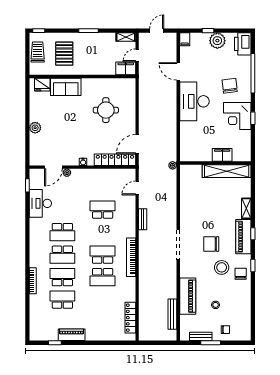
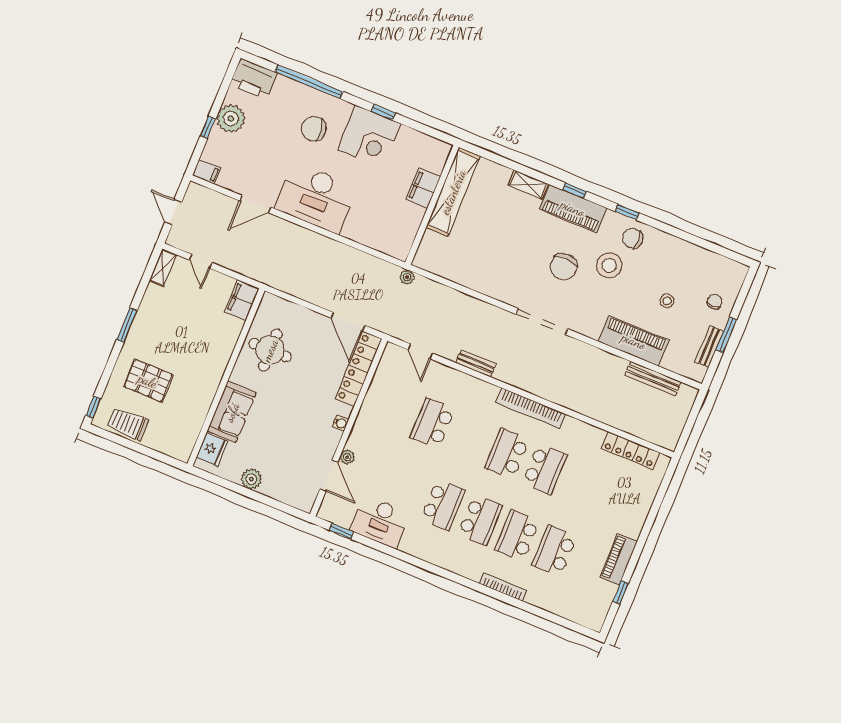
filing cabinet: (126, 68) -> (242, 300), moved
wall: (82, 76) -> (226, 377), moved
fridge: (42, 85) -> (212, 449), moved
sofa: (66, 87) -> (232, 412), moved

